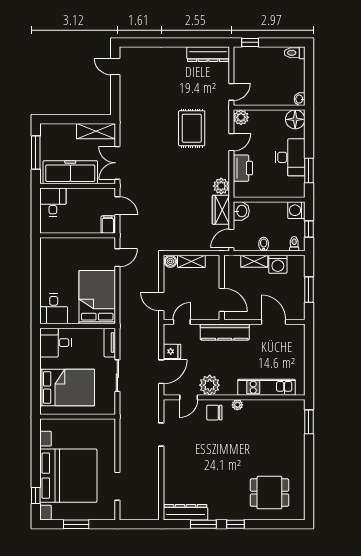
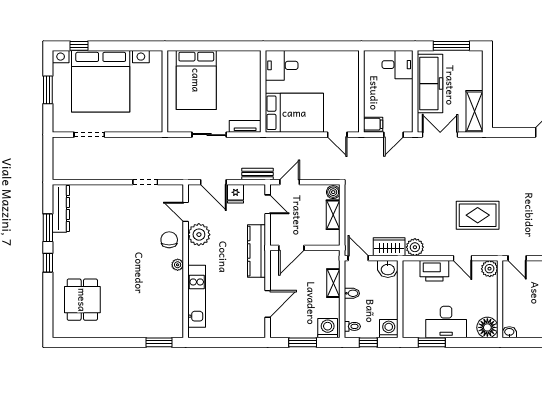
washing machine: (278, 264) -> (328, 328), moved, turned 90
bench: (154, 331) -> (257, 174), added
desk: (56, 343) -> (245, 67), removed

